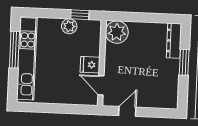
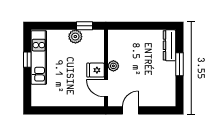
plant: (117, 32) -> (113, 66), moved, width x0.53, depth x0.53
window: (14, 50) -> (27, 60), width x0.46
kitchen unit: (27, 59) -> (39, 57), width x0.73

